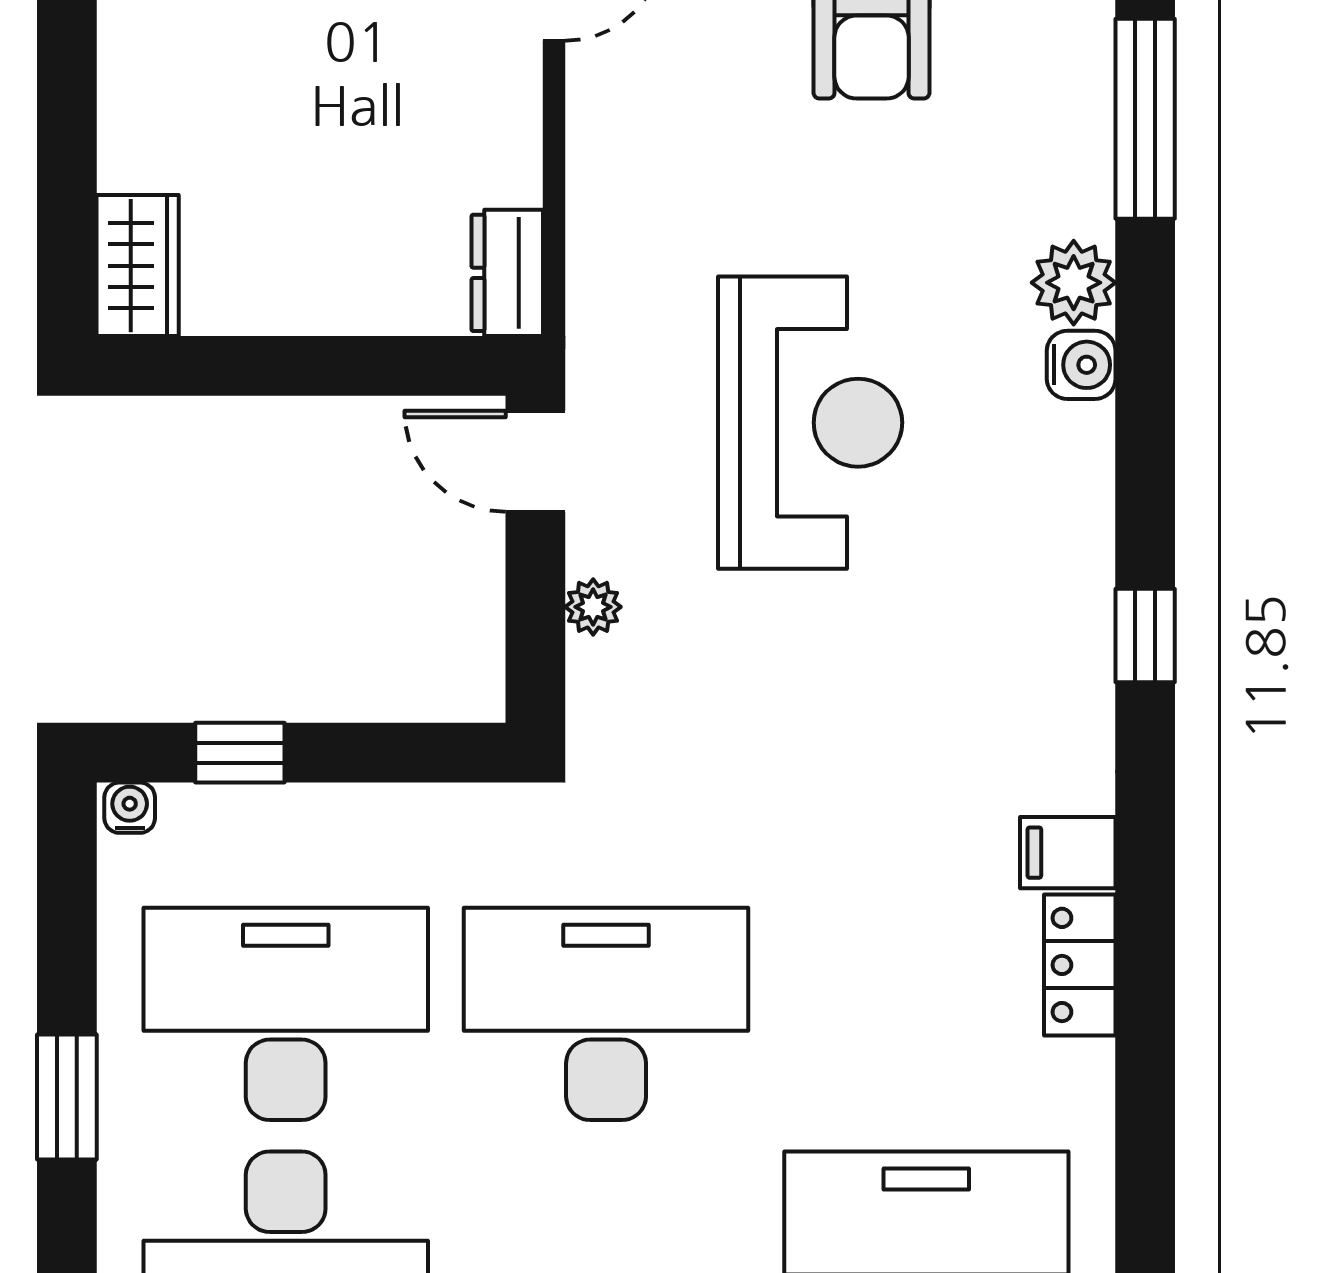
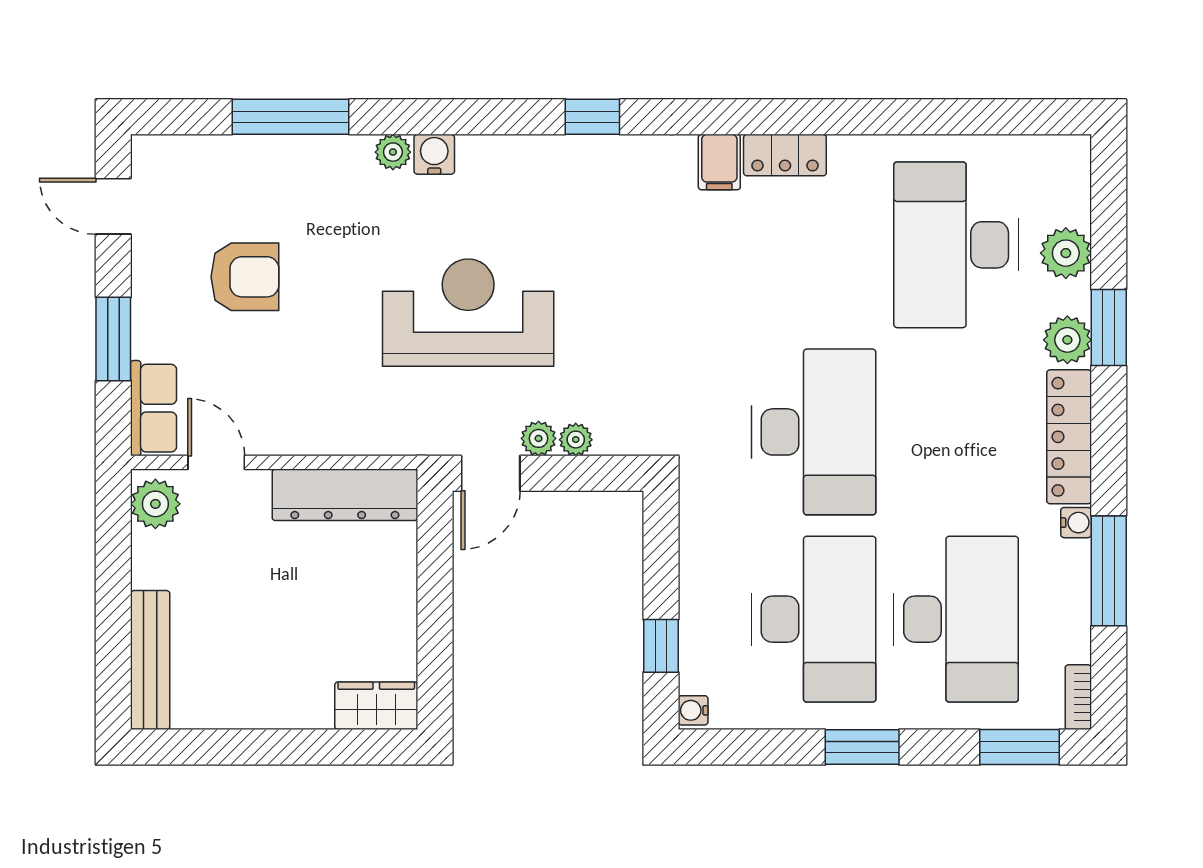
dresser: (507, 273) -> (345, 495), width x1.96, depth x1.24
plant: (1074, 283) -> (393, 152), width x0.73, depth x0.73
plant: (595, 543) -> (539, 438), added
desk: (286, 1014) -> (814, 619), turned 180
desk: (606, 1014) -> (814, 432), turned 180

